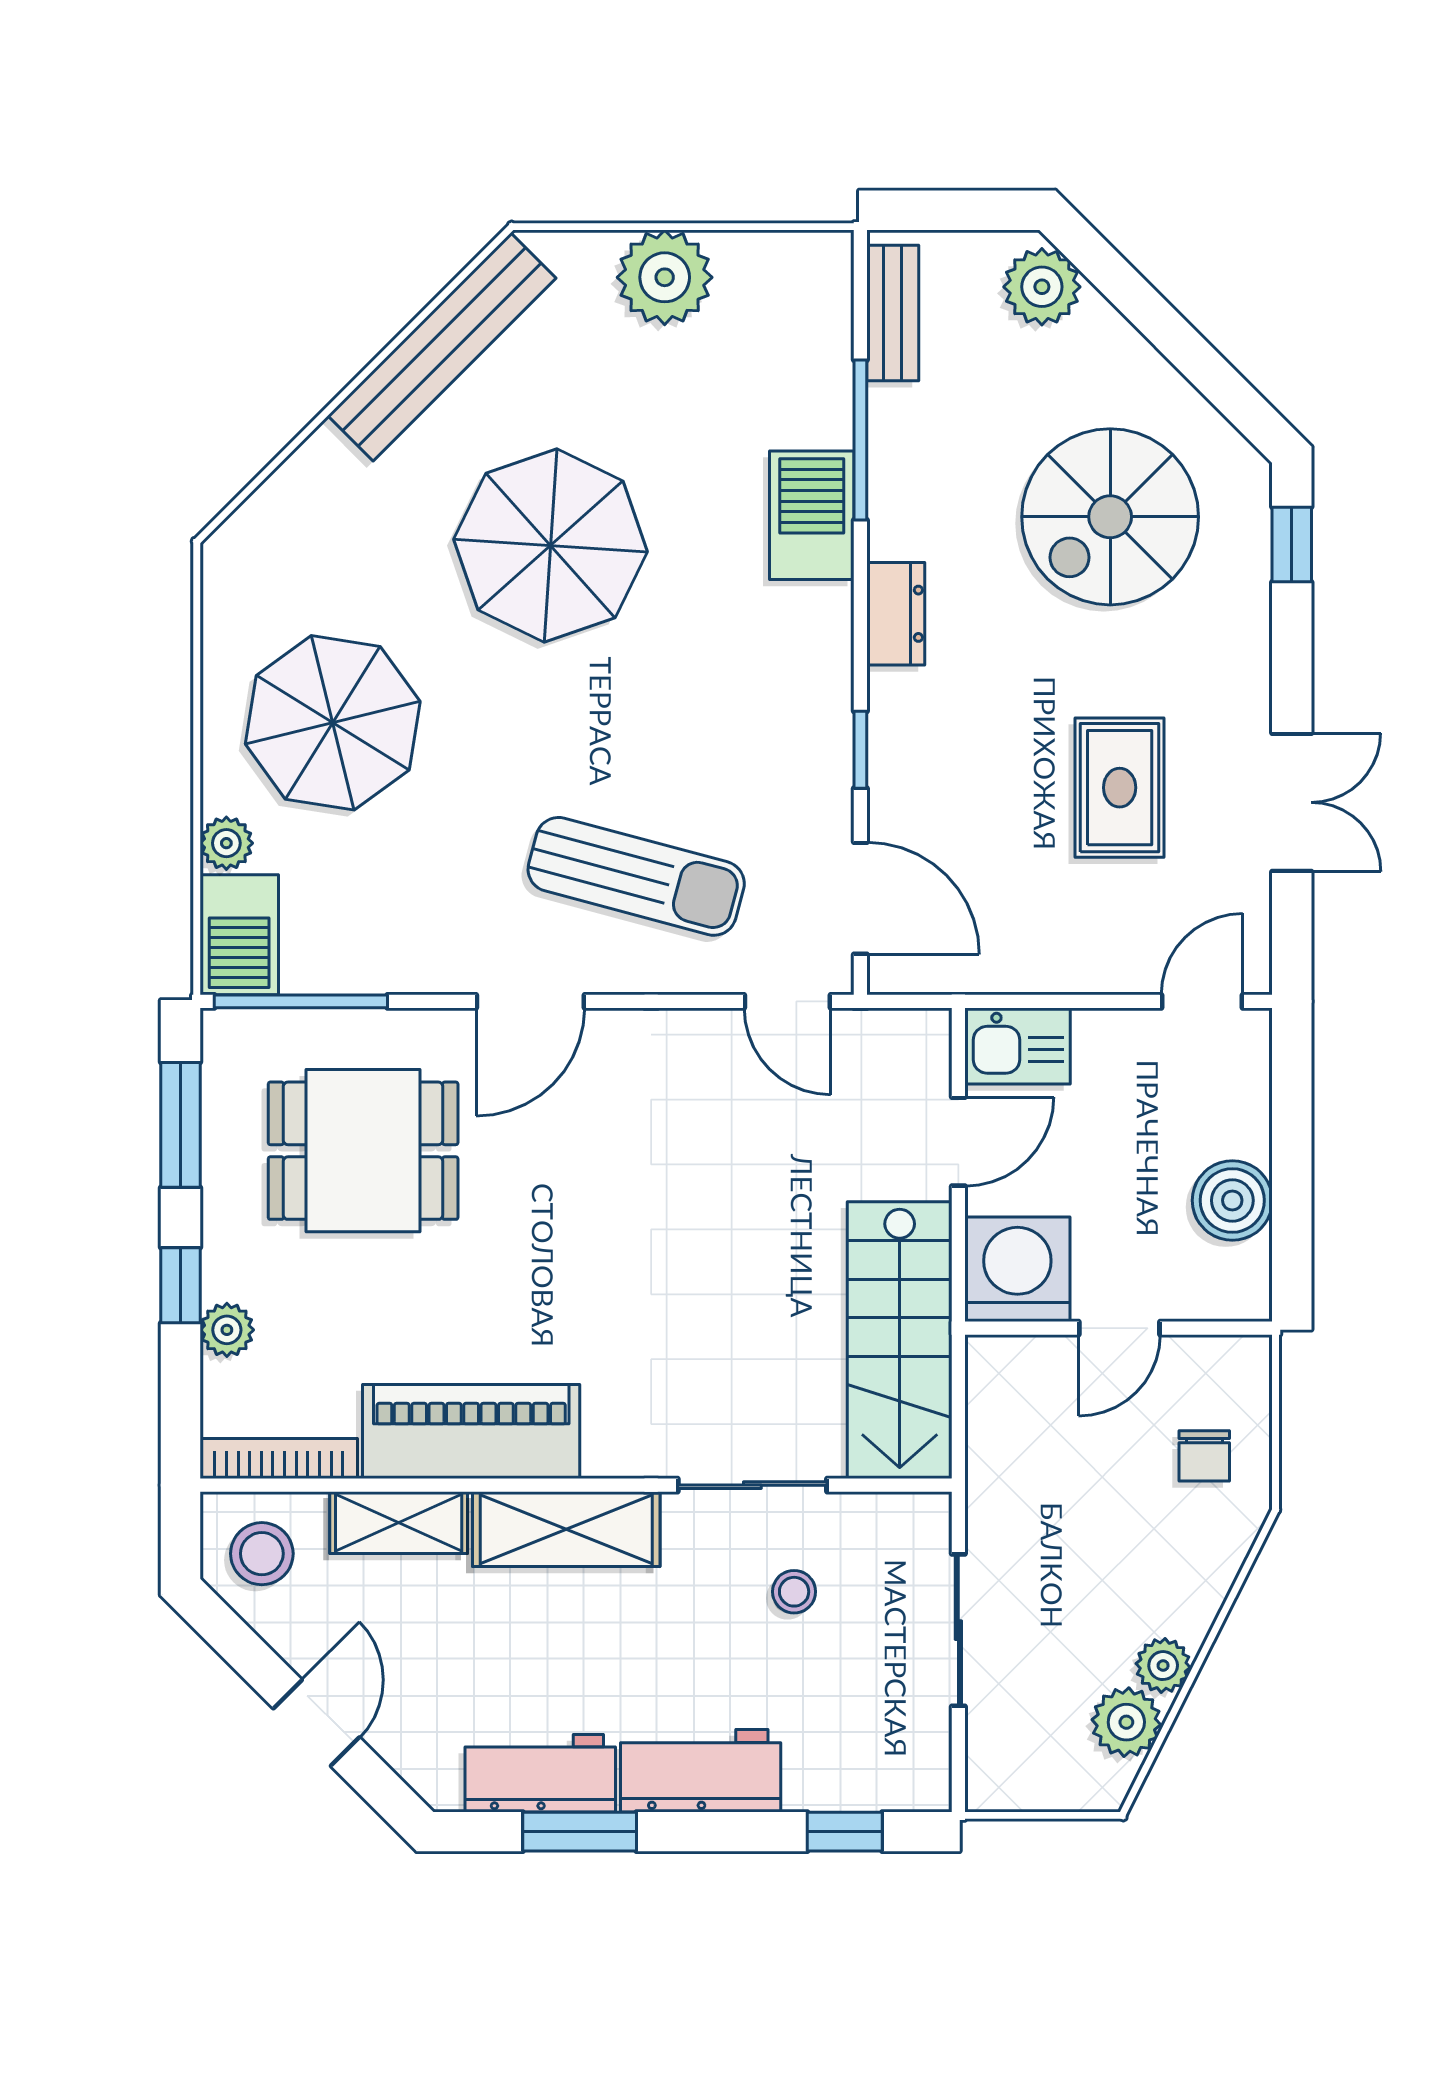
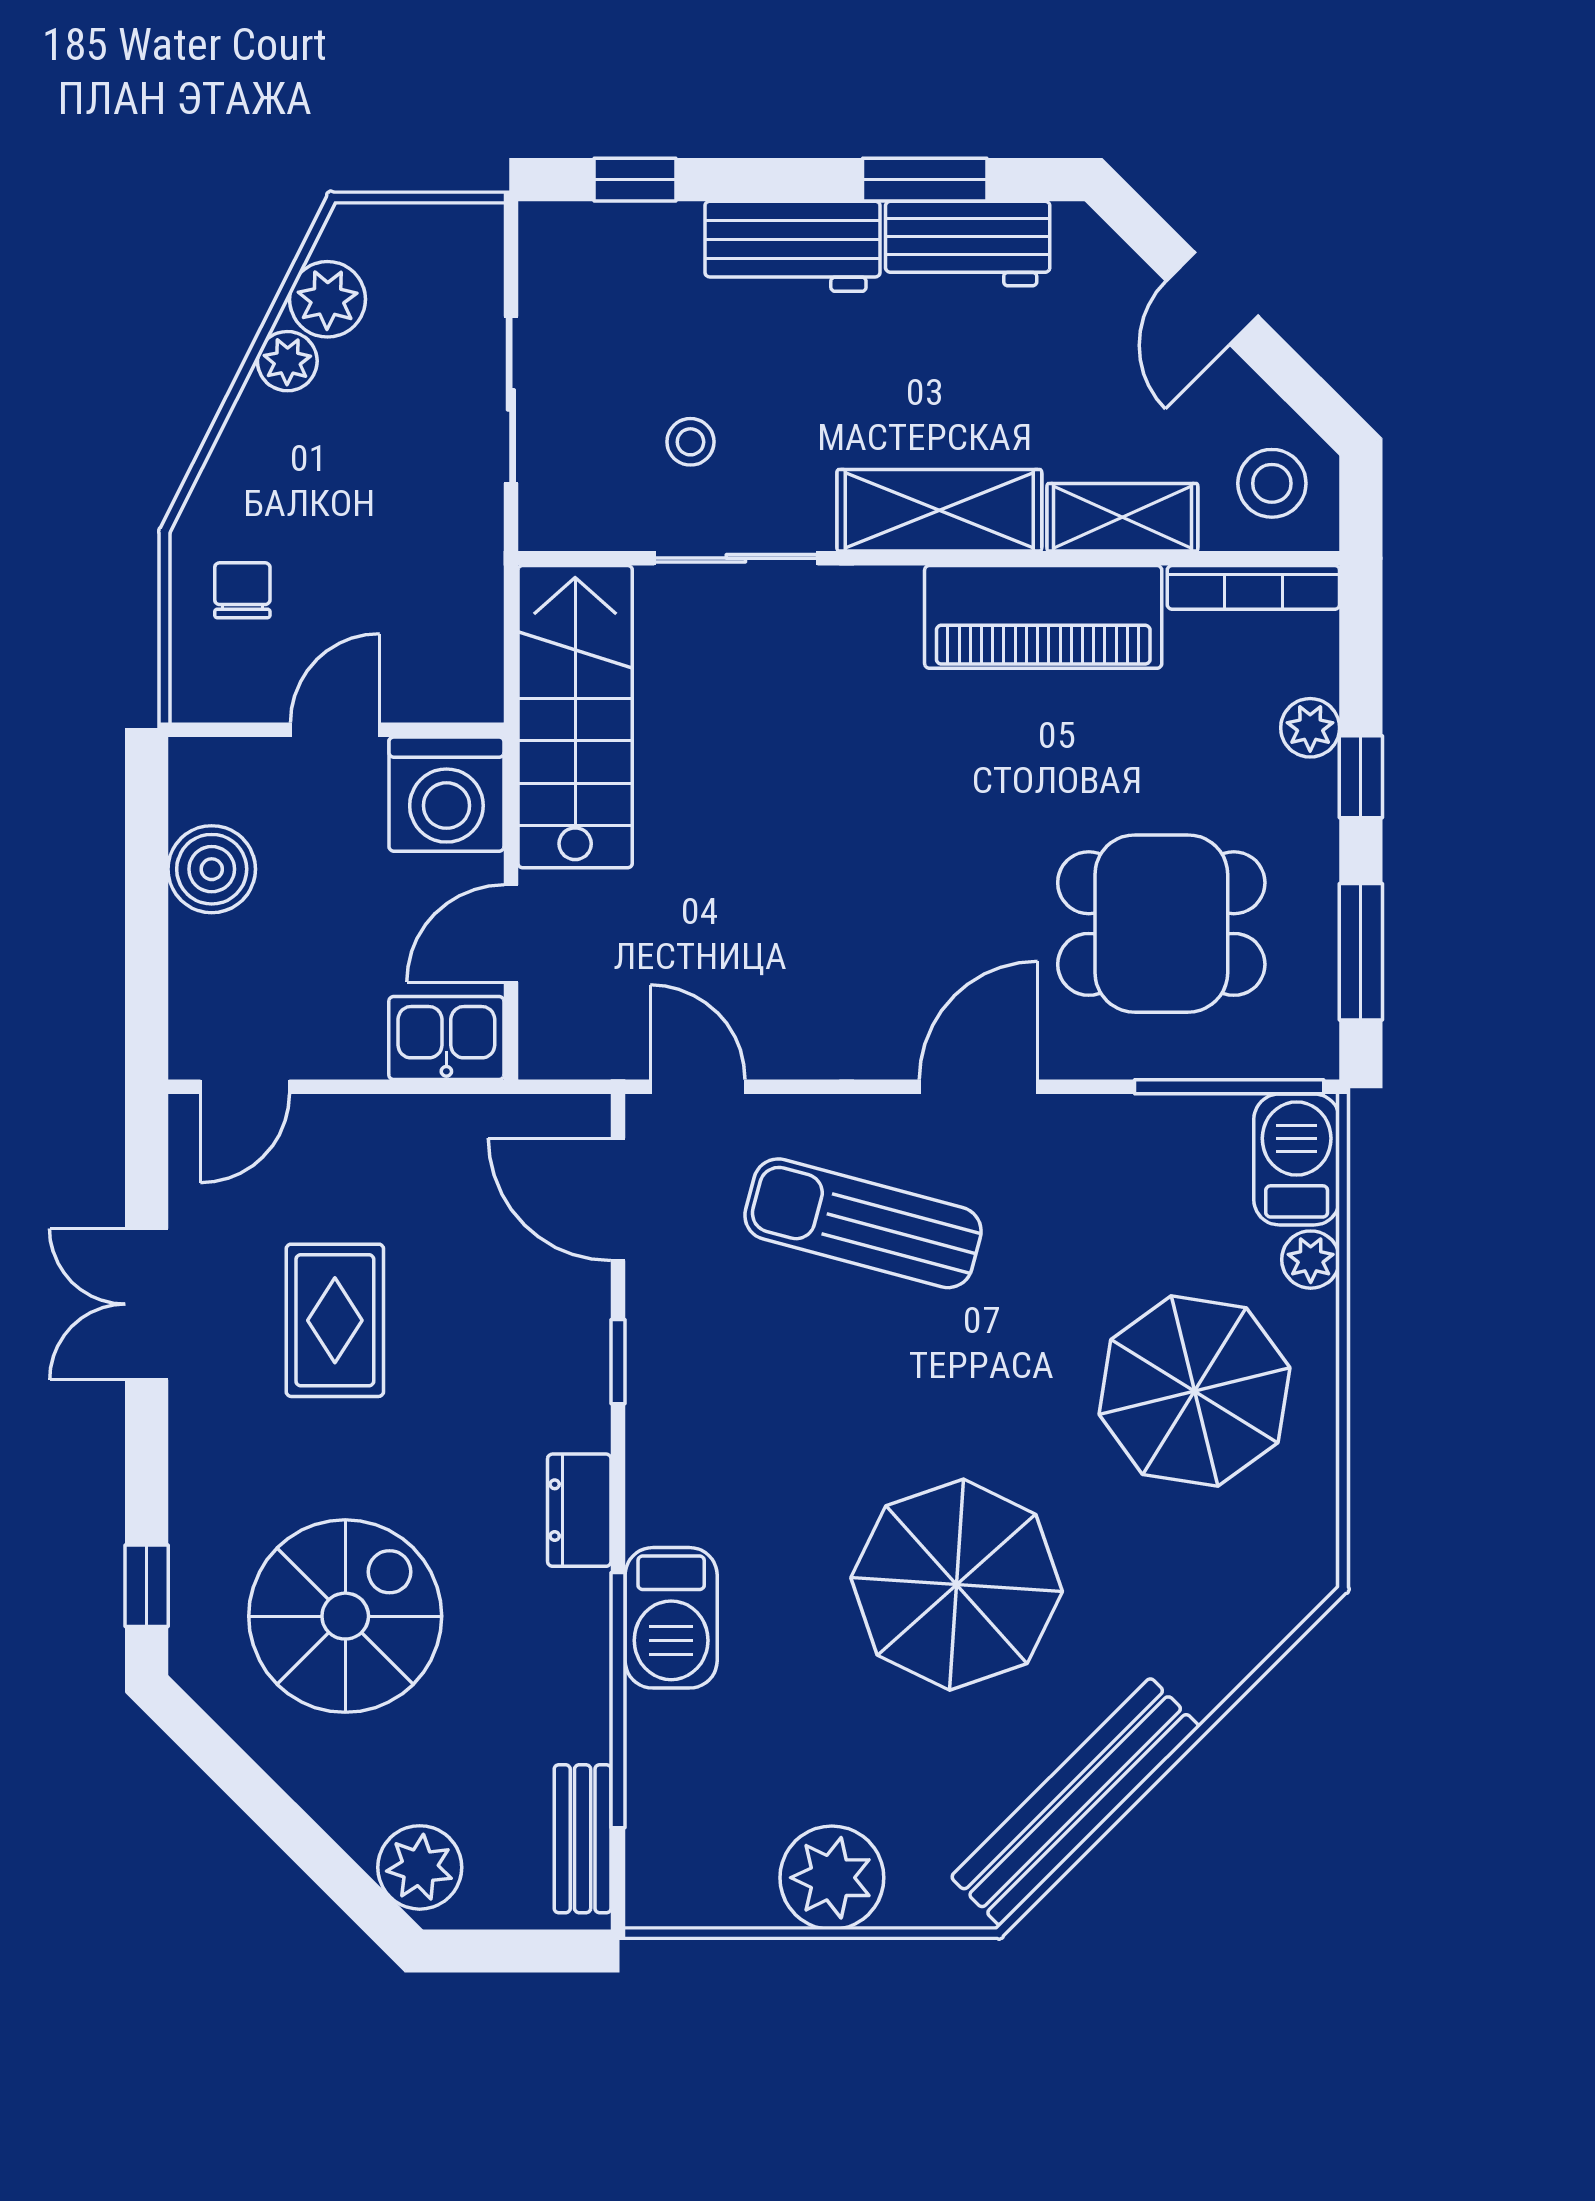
window: (860, 440) -> (618, 1700), width x1.46

